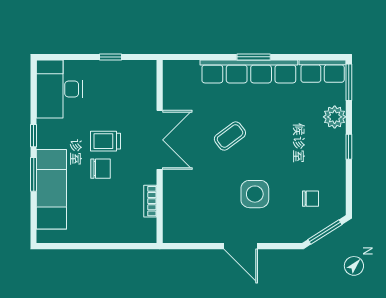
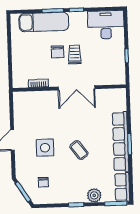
coffee table: (230, 136) -> (79, 150), moved

